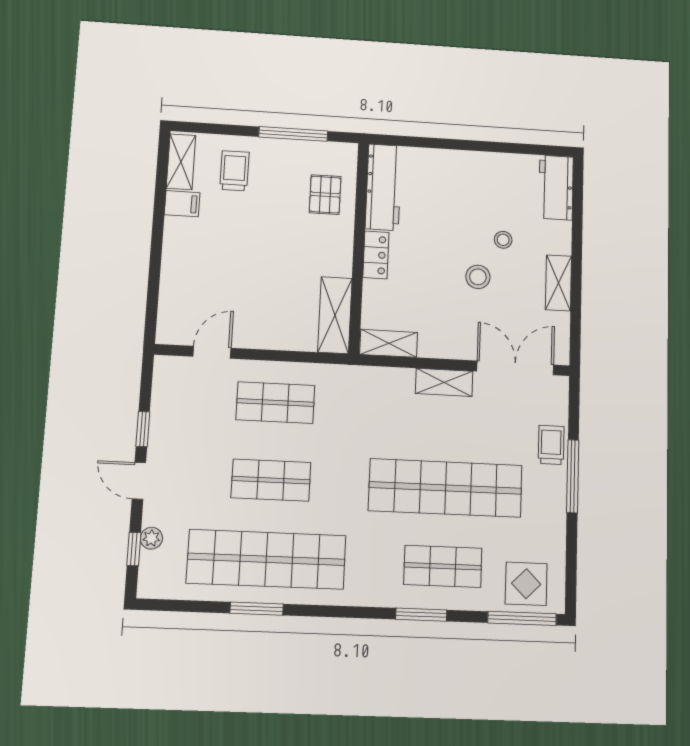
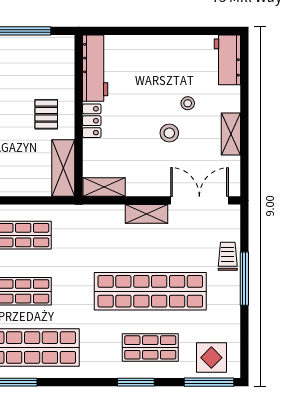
pallet: (325, 195) -> (46, 114), moved

